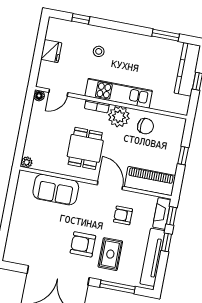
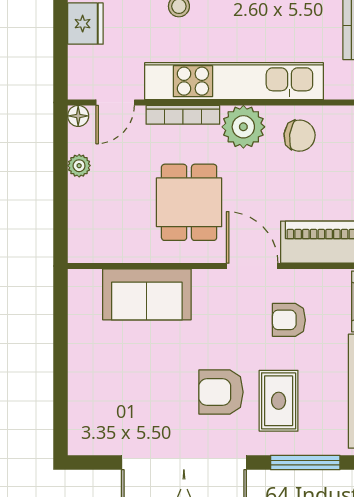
kitchen unit: (119, 93) -> (234, 81), width x1.36
bookcase: (97, 106) -> (183, 115), width x1.56
plant: (27, 162) -> (79, 166), moved

